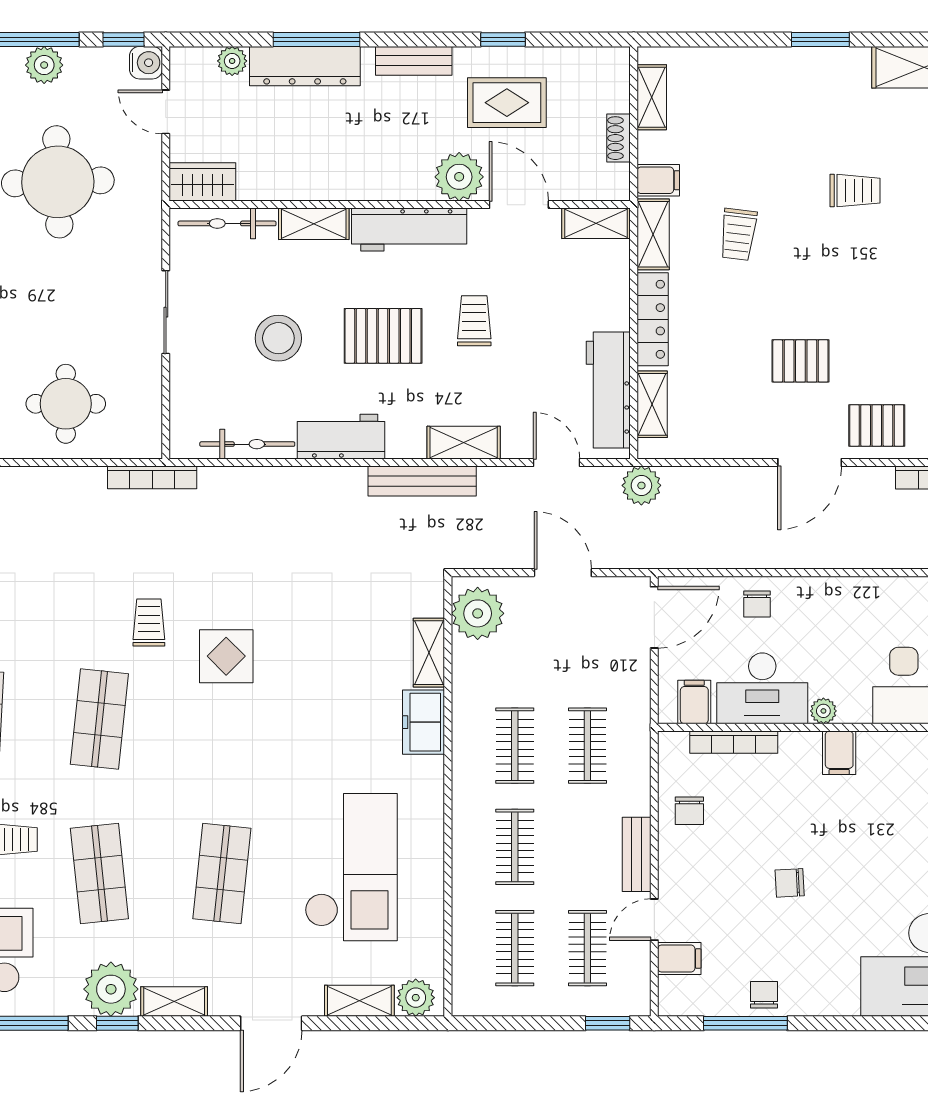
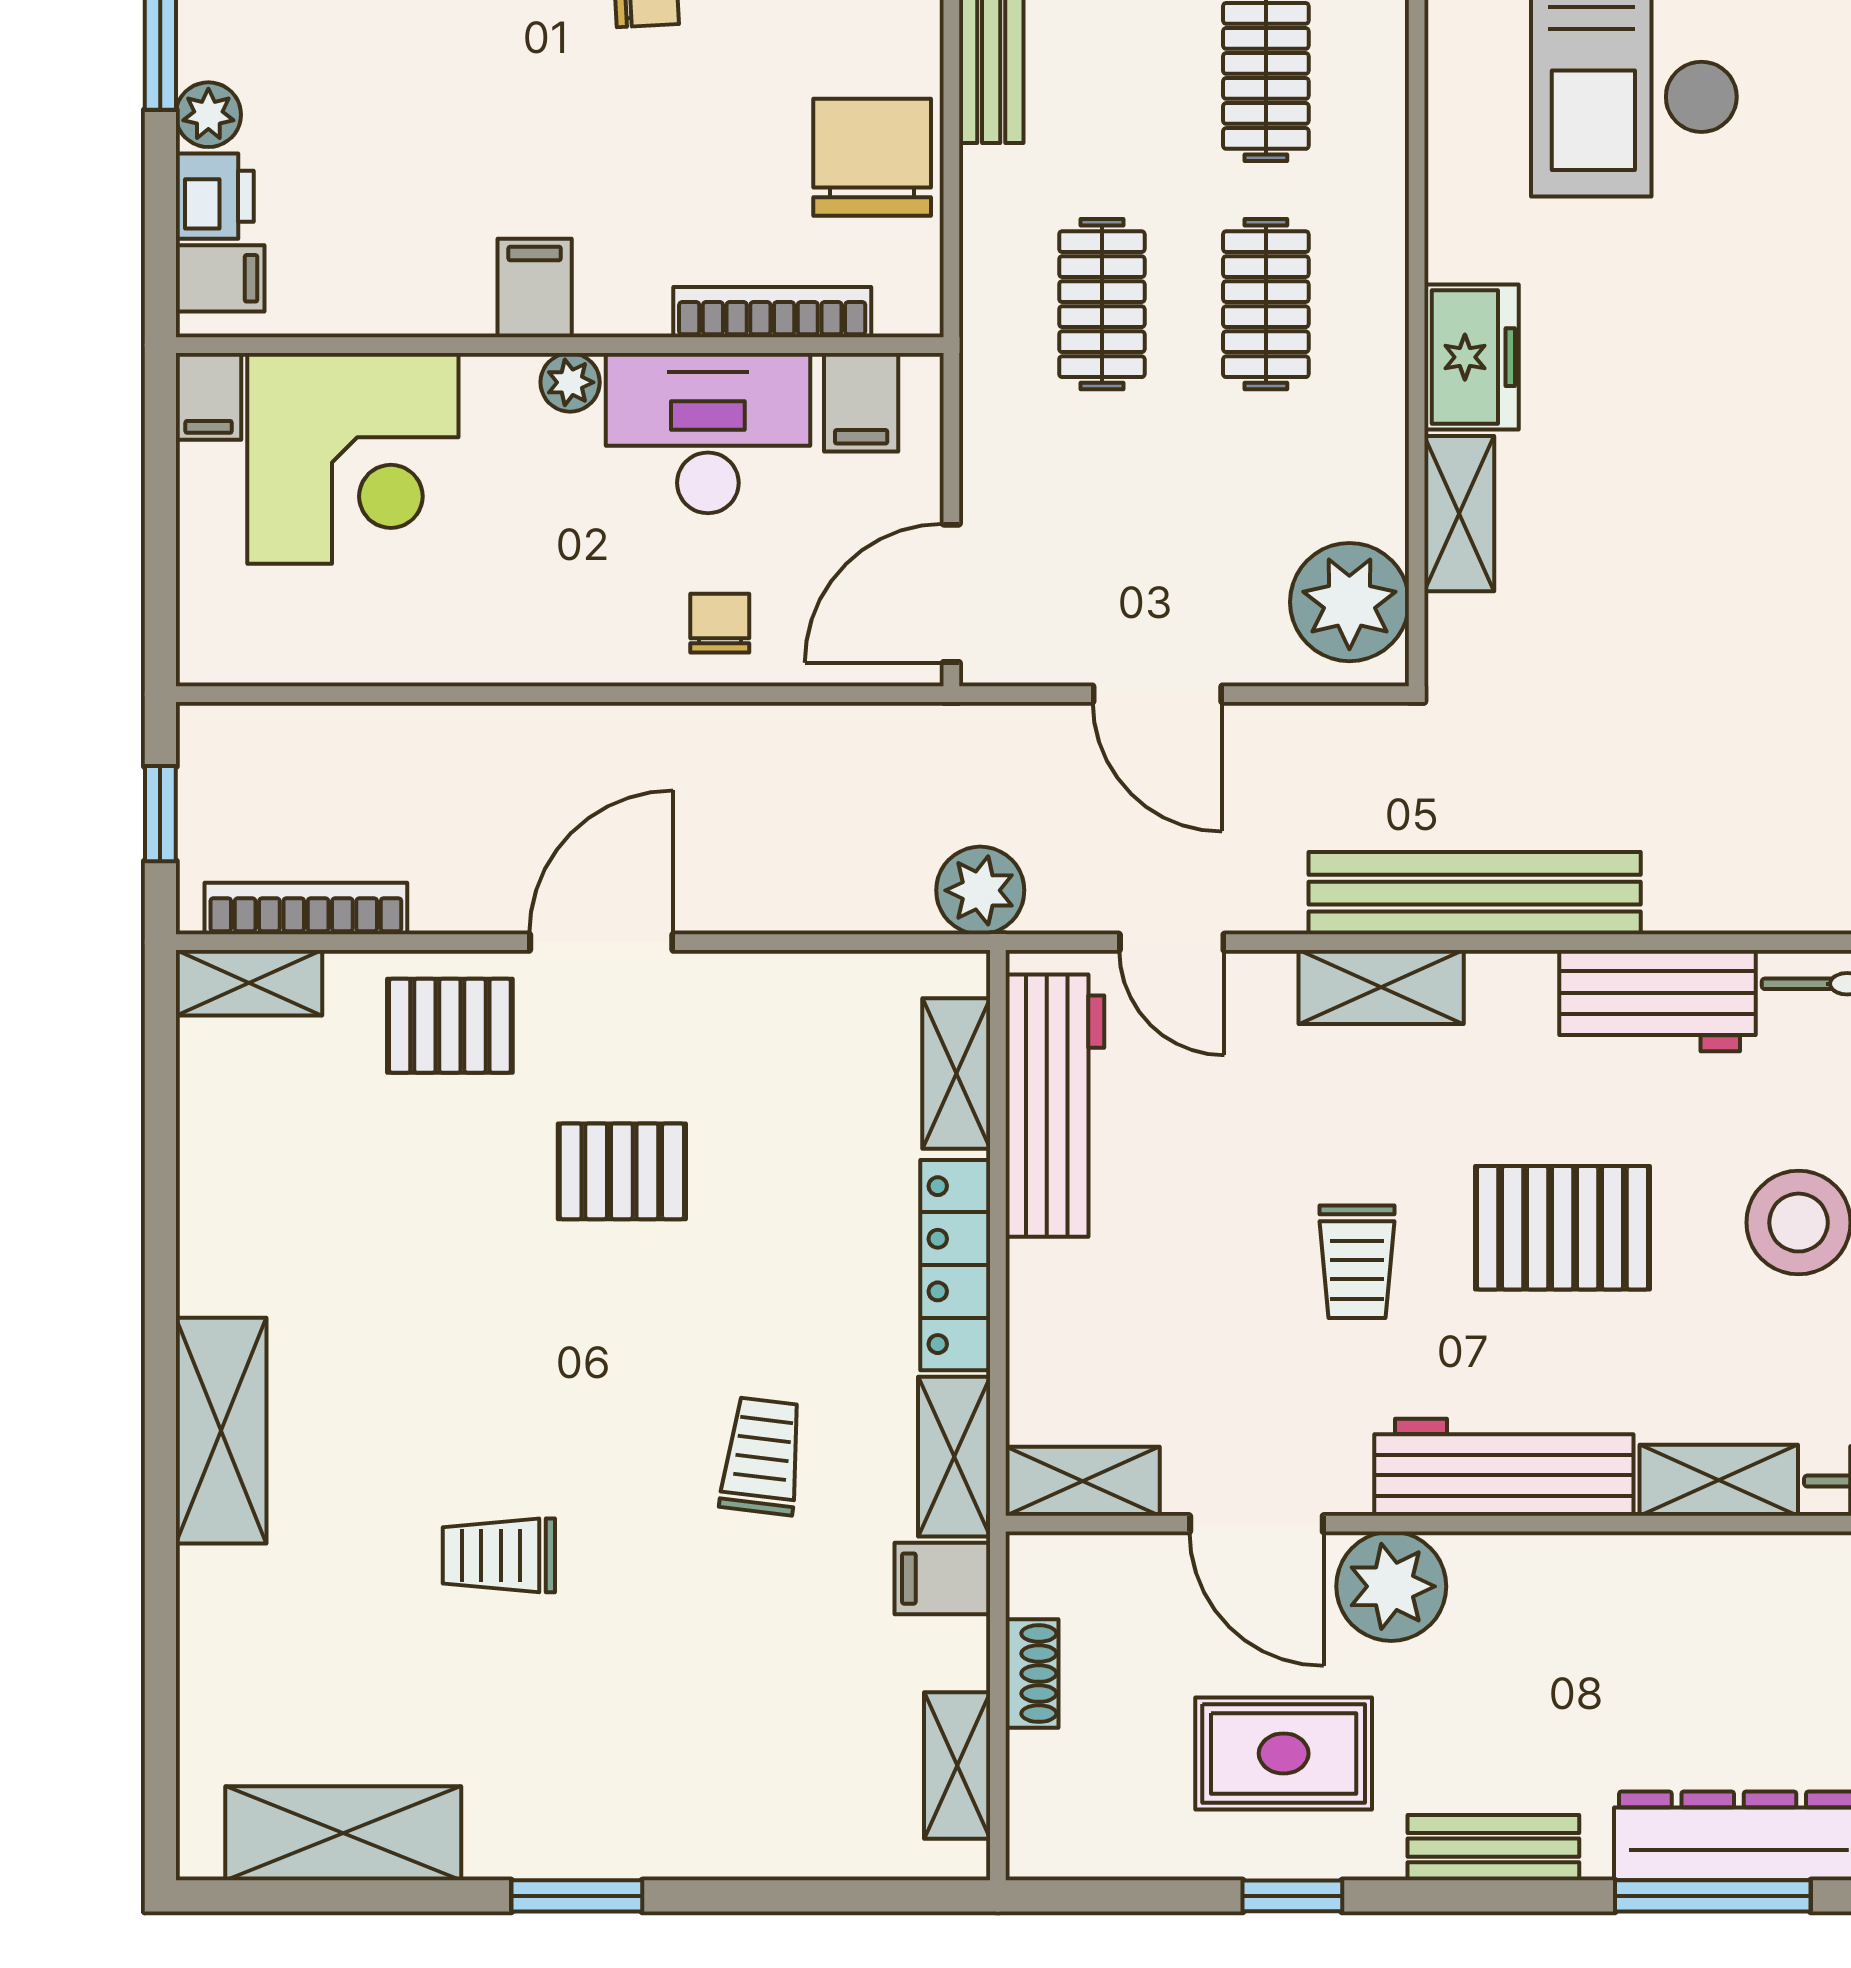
bench: (422, 481) -> (1475, 893), width x1.37, depth x1.21
chair: (689, 811) -> (872, 157), width x1.87, depth x1.87

